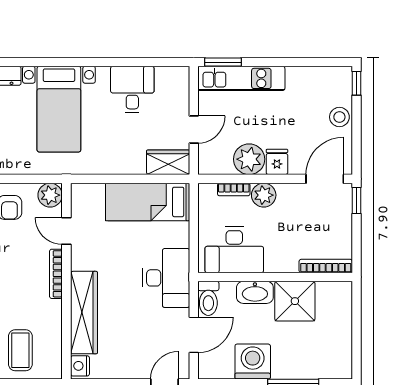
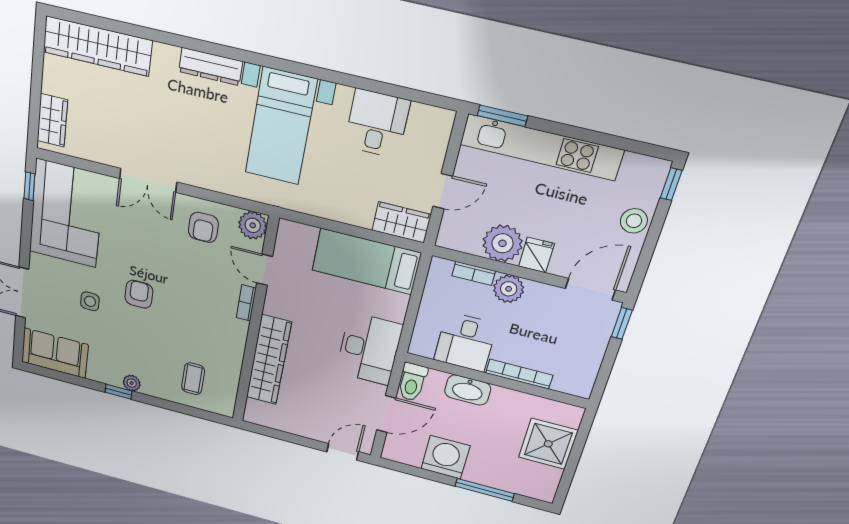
kitchen unit: (241, 78) -> (541, 147), width x1.36
desk: (234, 250) -> (465, 342), width x0.73
bookcase: (326, 266) -> (519, 374), moved
bookcase: (56, 274) -> (246, 303), width x0.64
shower: (295, 301) -> (548, 444), moved
coffee table: (20, 350) -> (193, 379), width x0.73, depth x0.77
nightstand: (80, 366) -> (255, 411), removed

